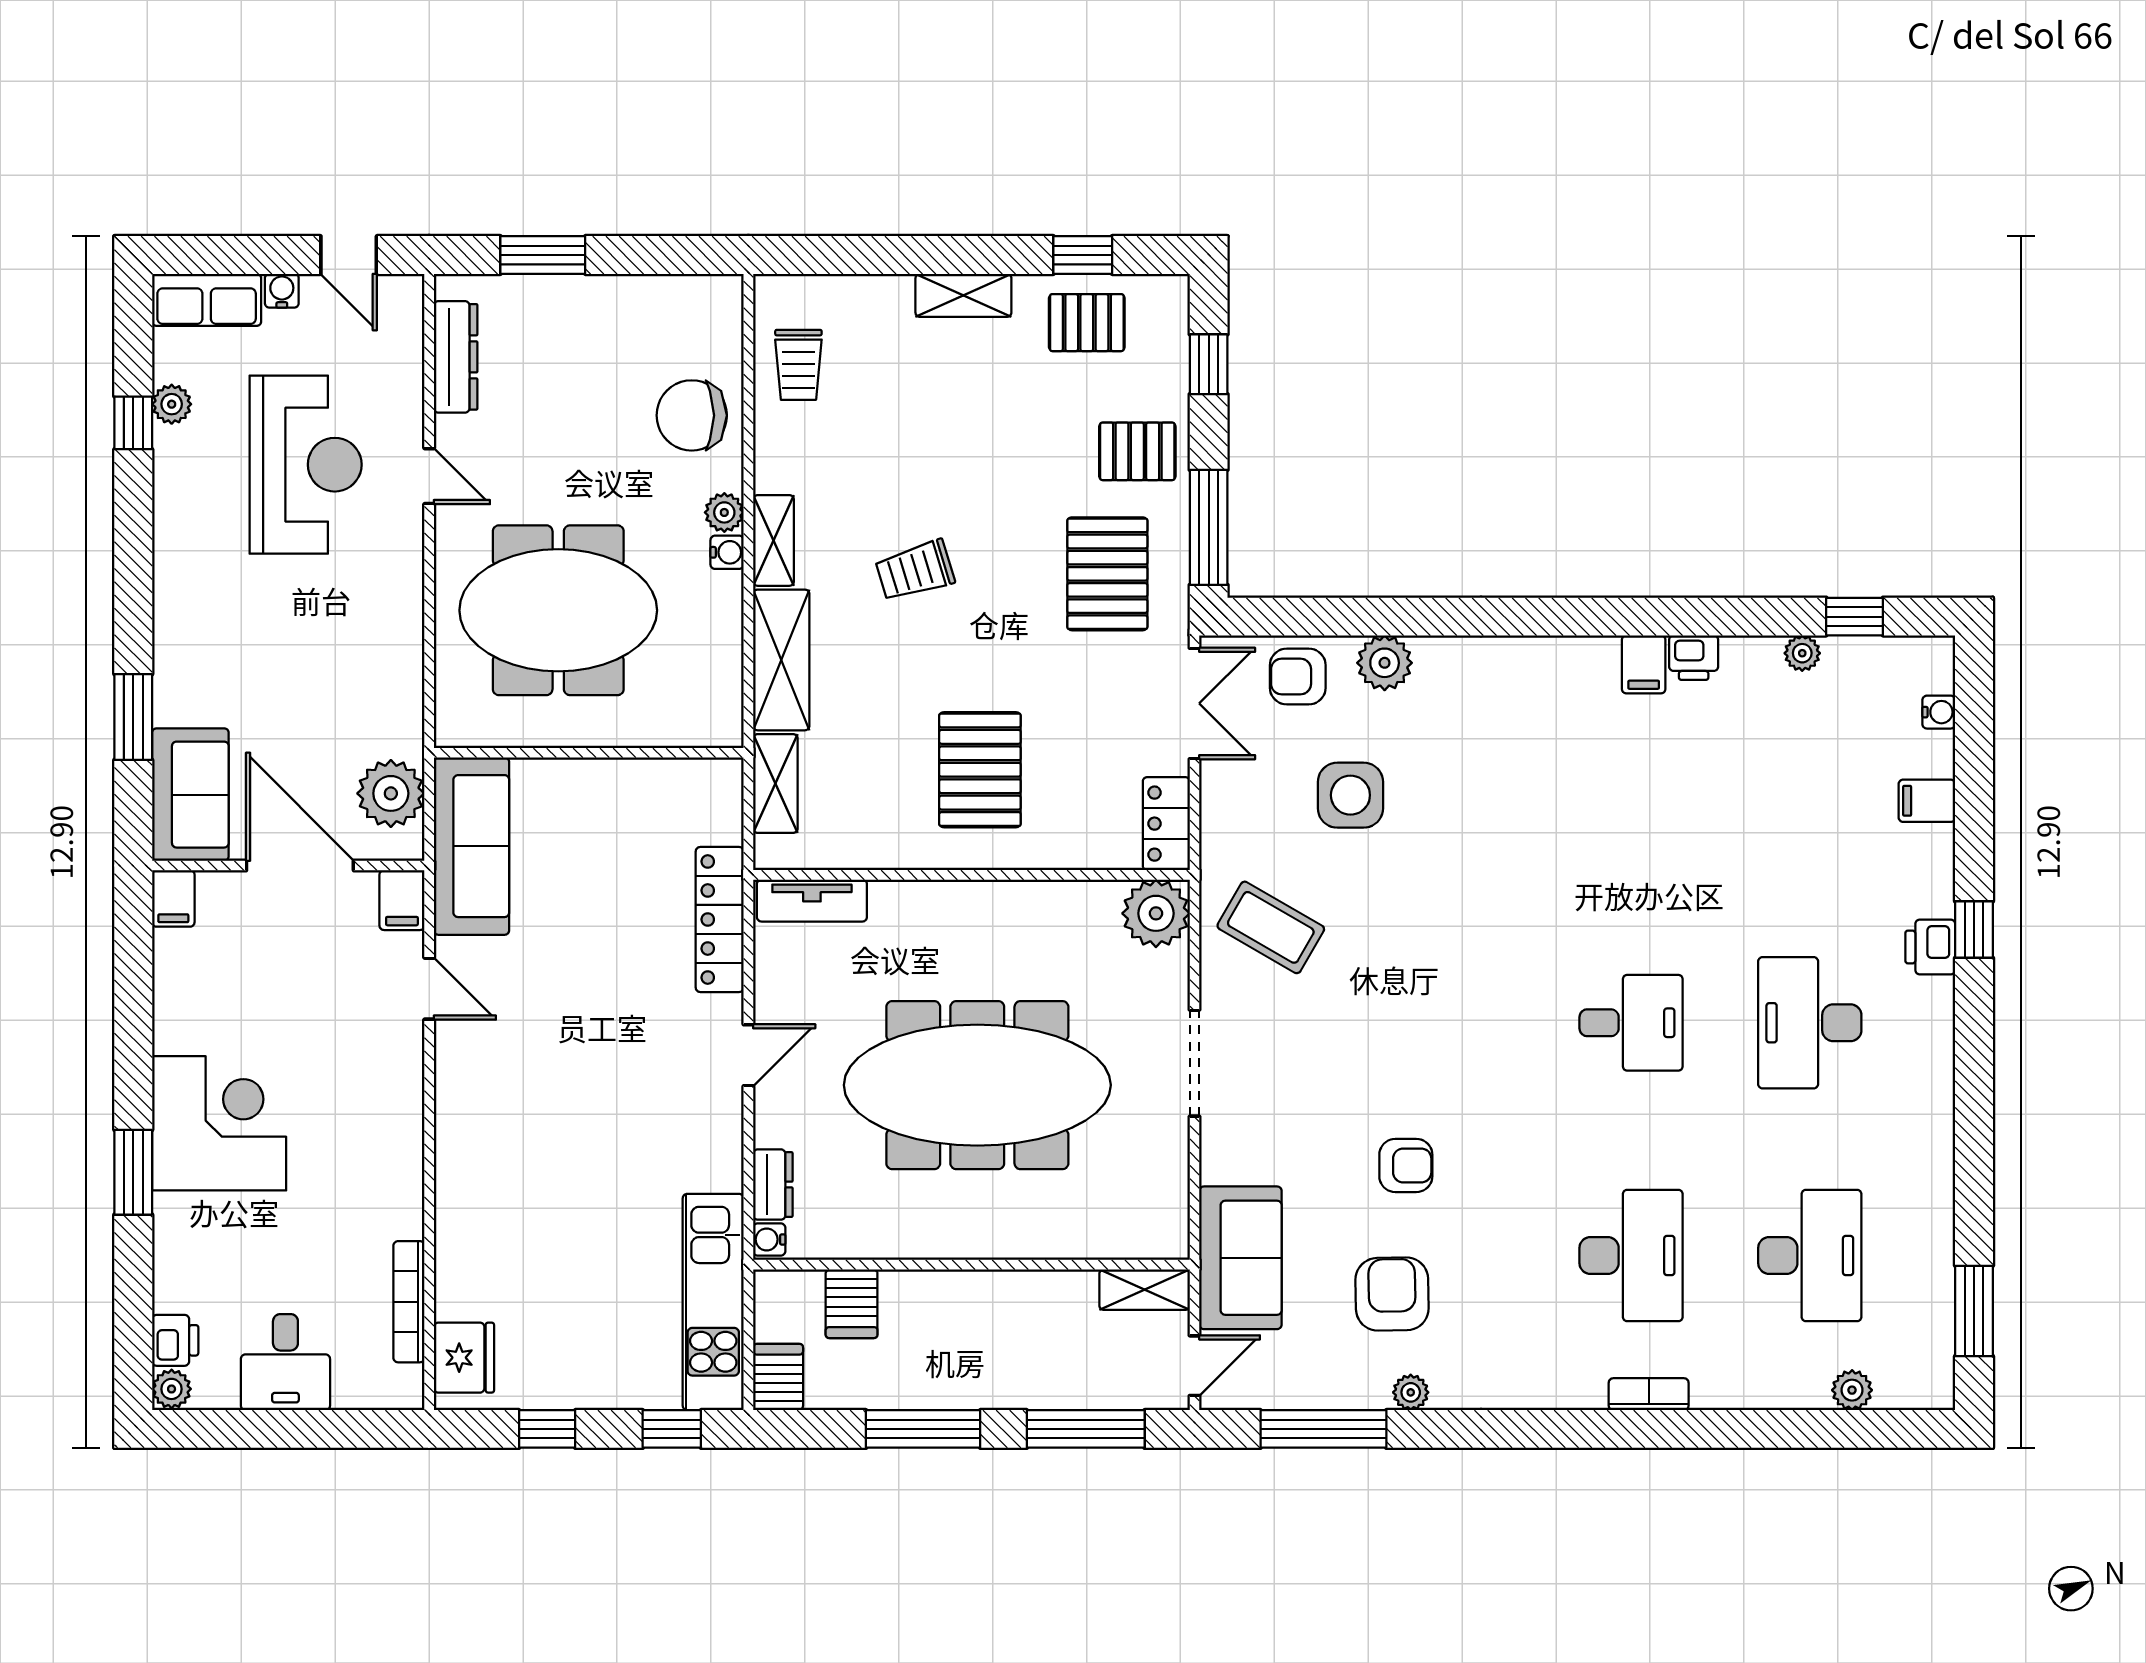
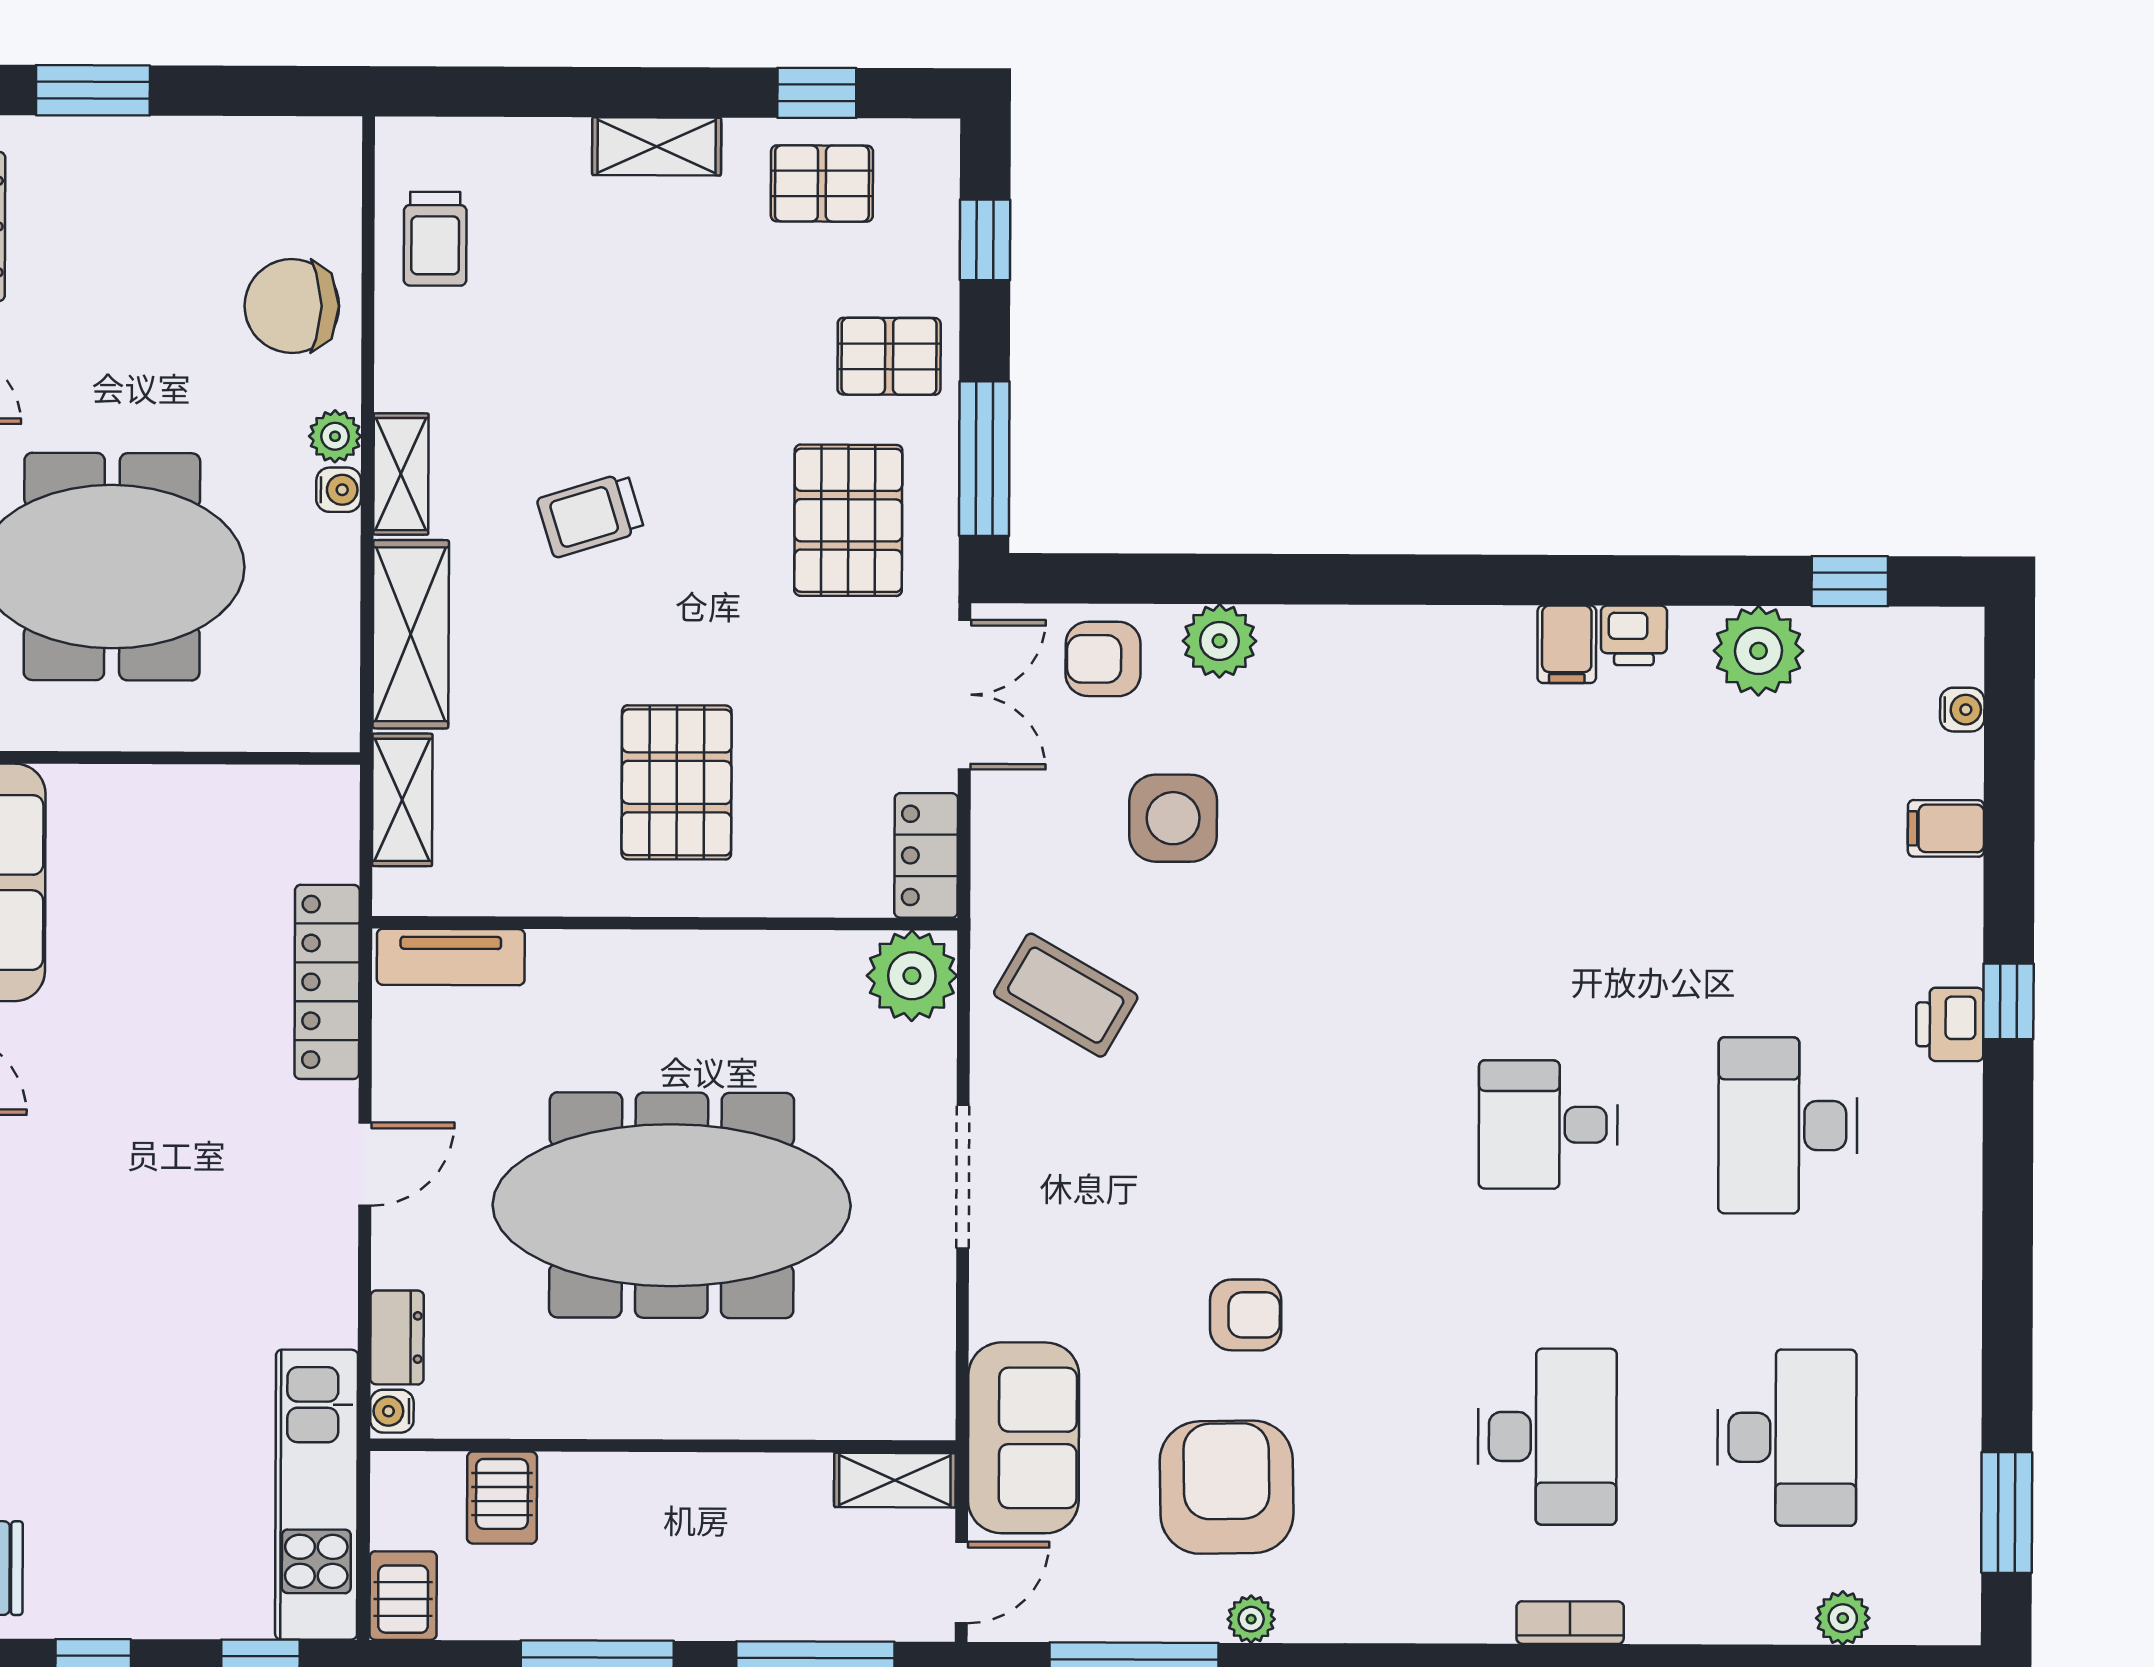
plant: (1802, 653) -> (1758, 651), width x1.88, depth x1.88
desk: (1631, 1023) -> (1548, 1125), turned 180
armchair: (1392, 1294) -> (1227, 1487), width x1.36, depth x1.36

